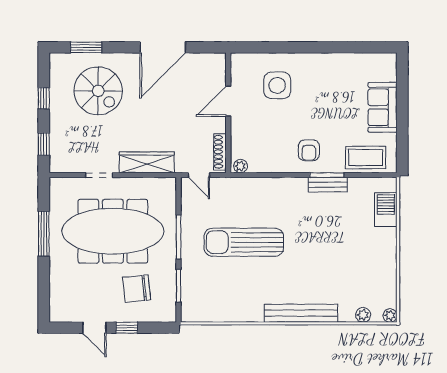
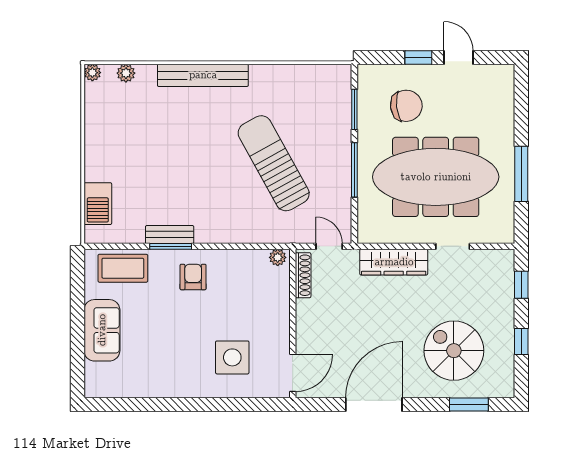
door: (228, 101) -> (293, 373), moved
sun lounger: (244, 242) -> (274, 163), turned -119

